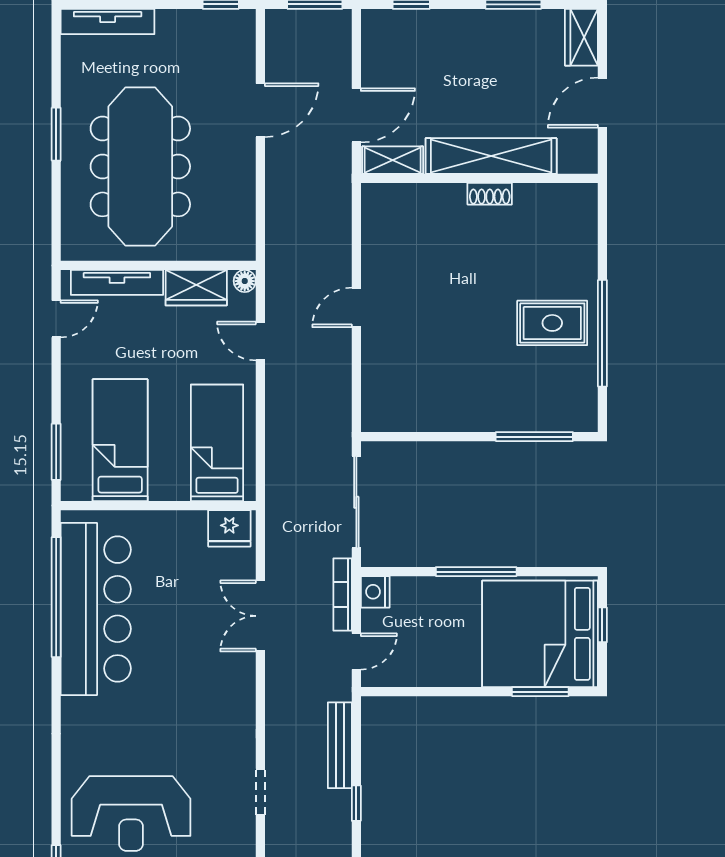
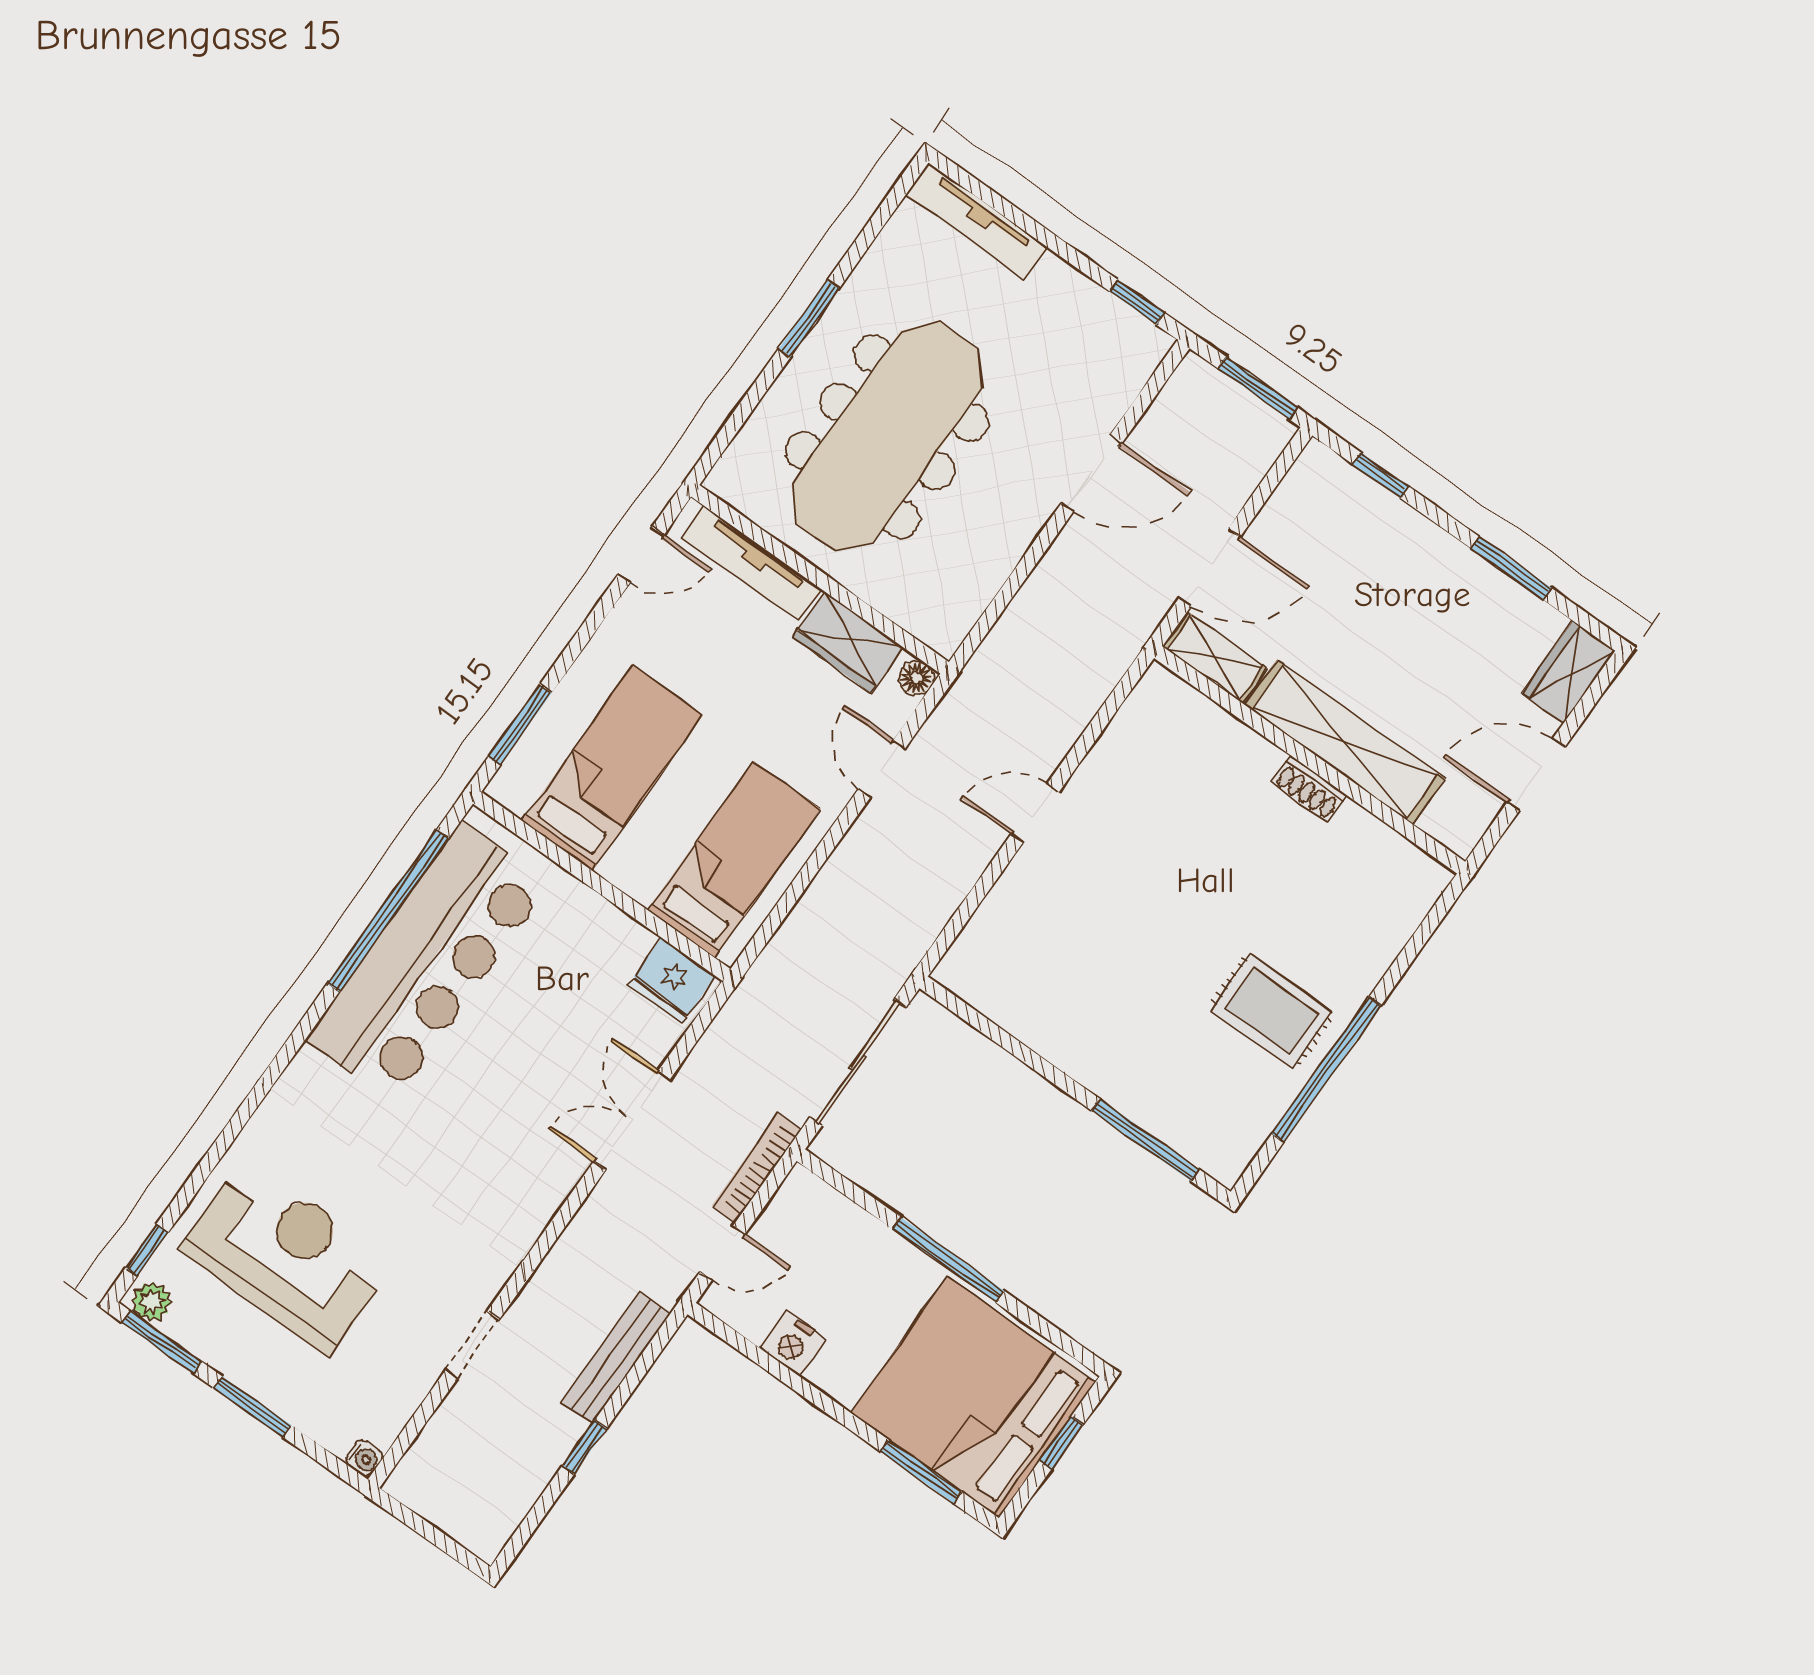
nightstand: (375, 592) -> (793, 1344), moved, turned -90
reception desk: (131, 813) -> (287, 1255), turned 180

